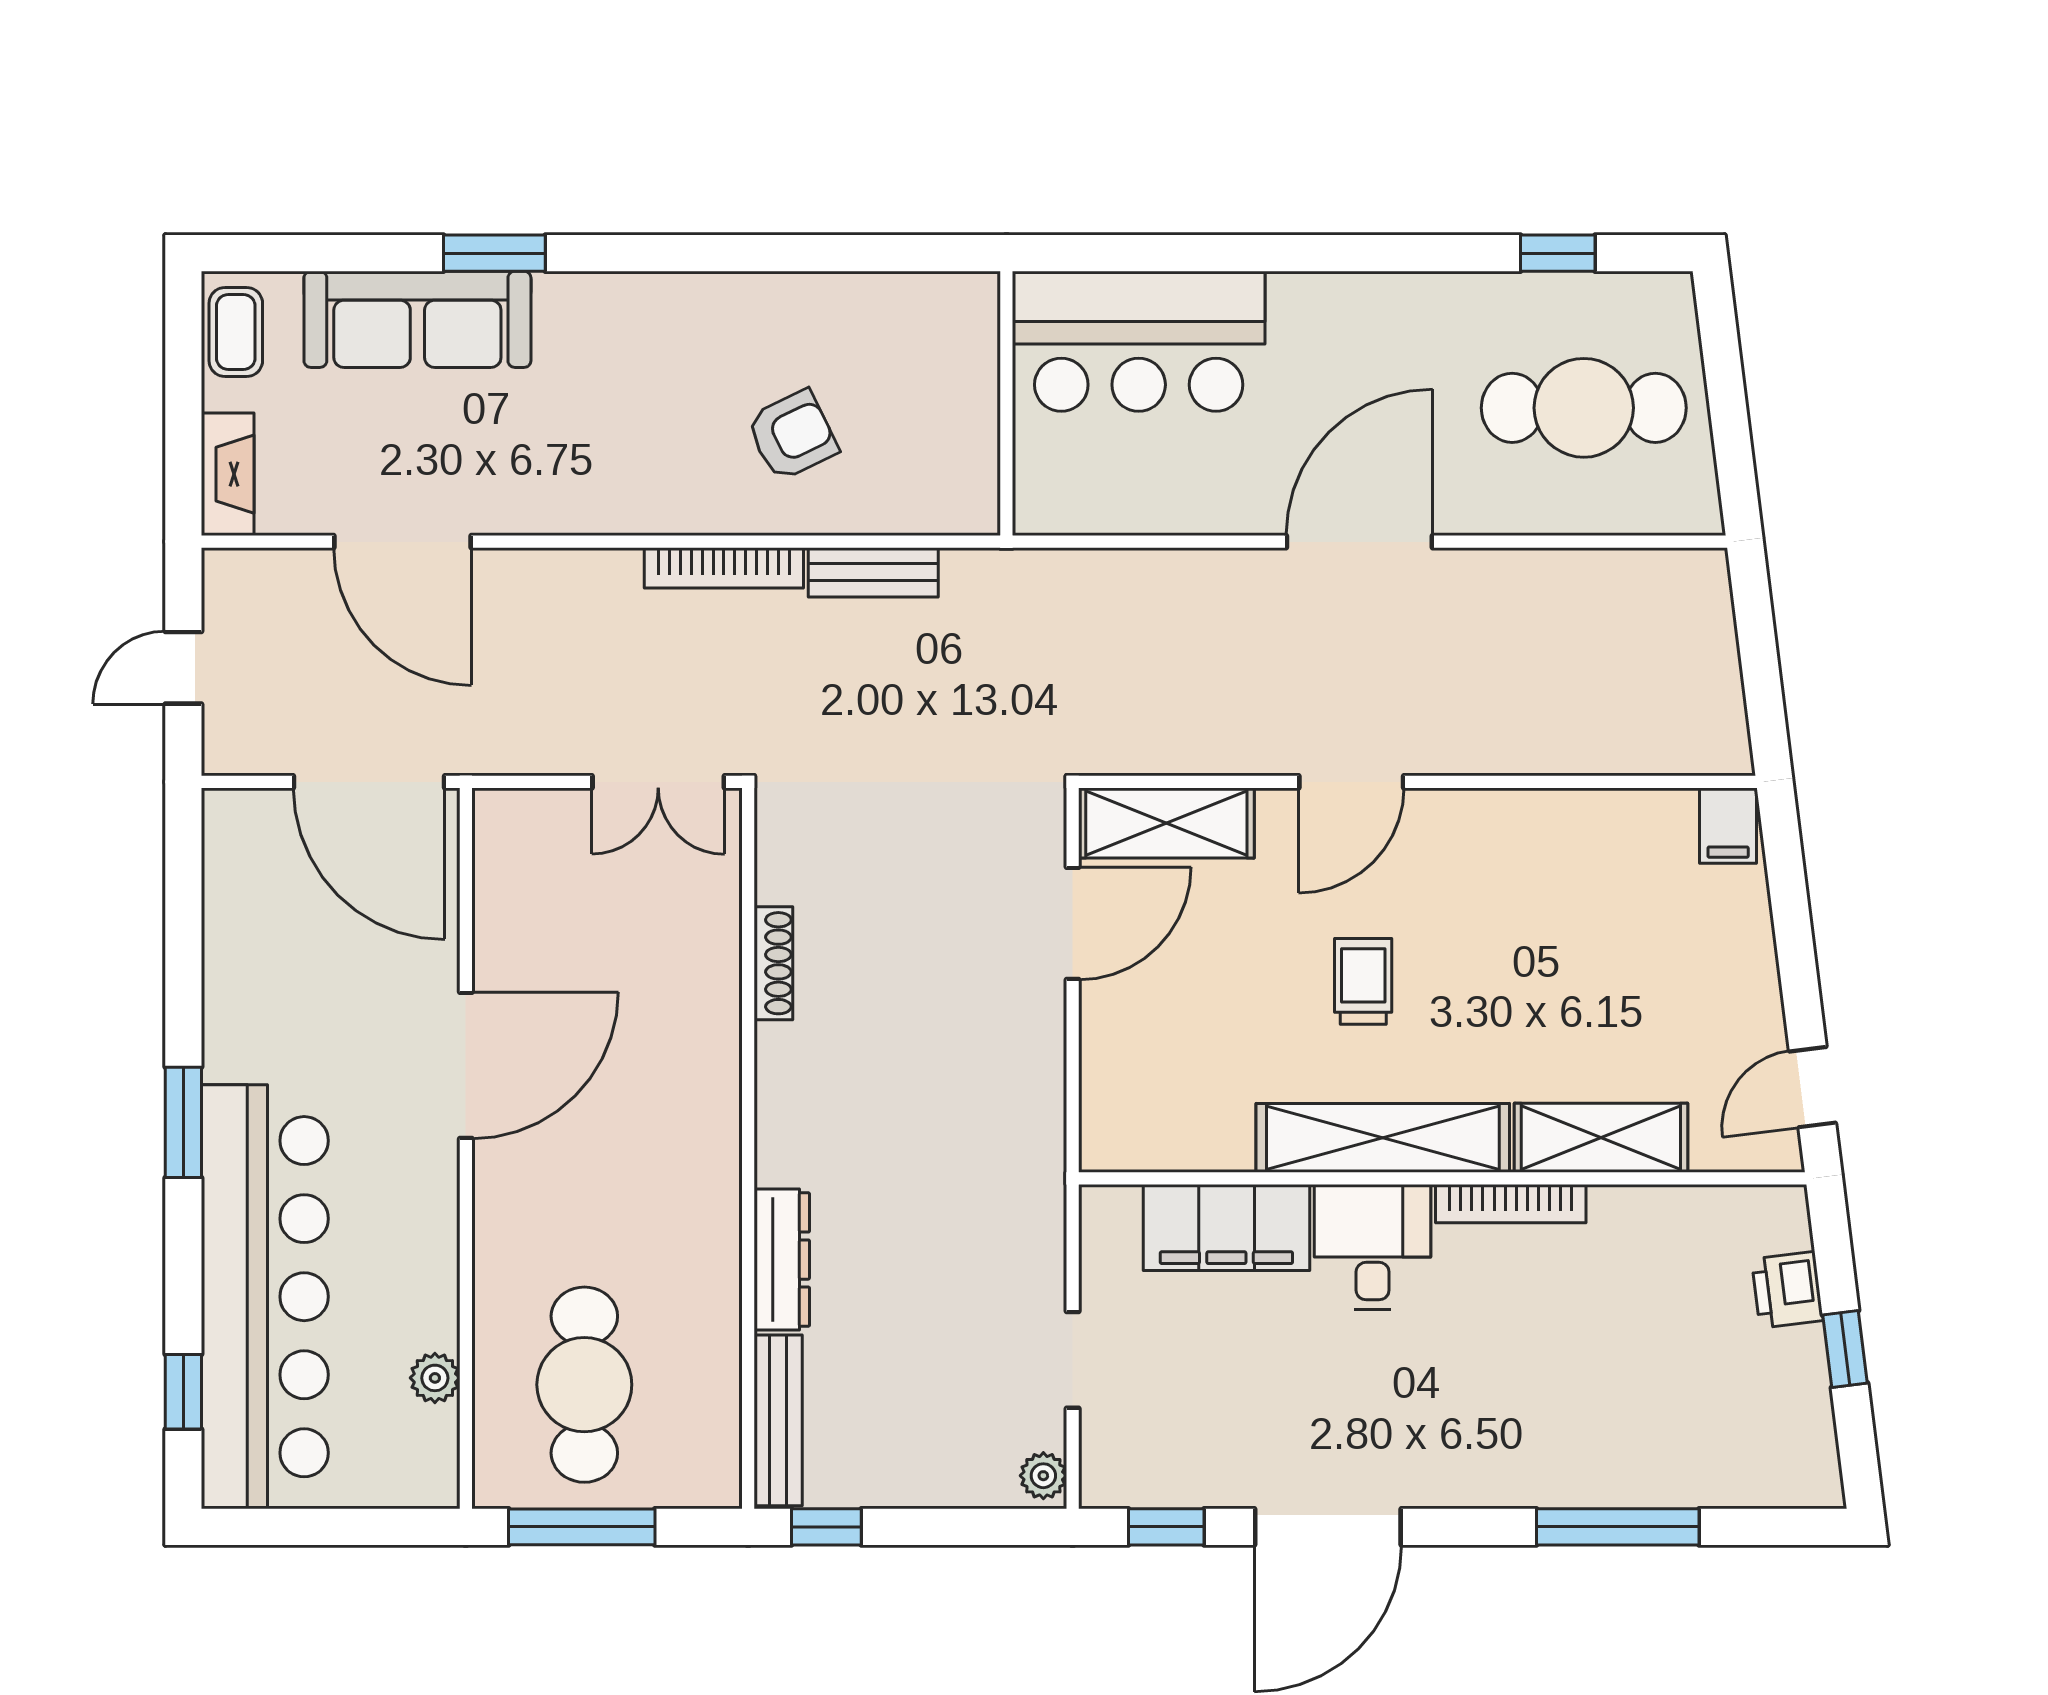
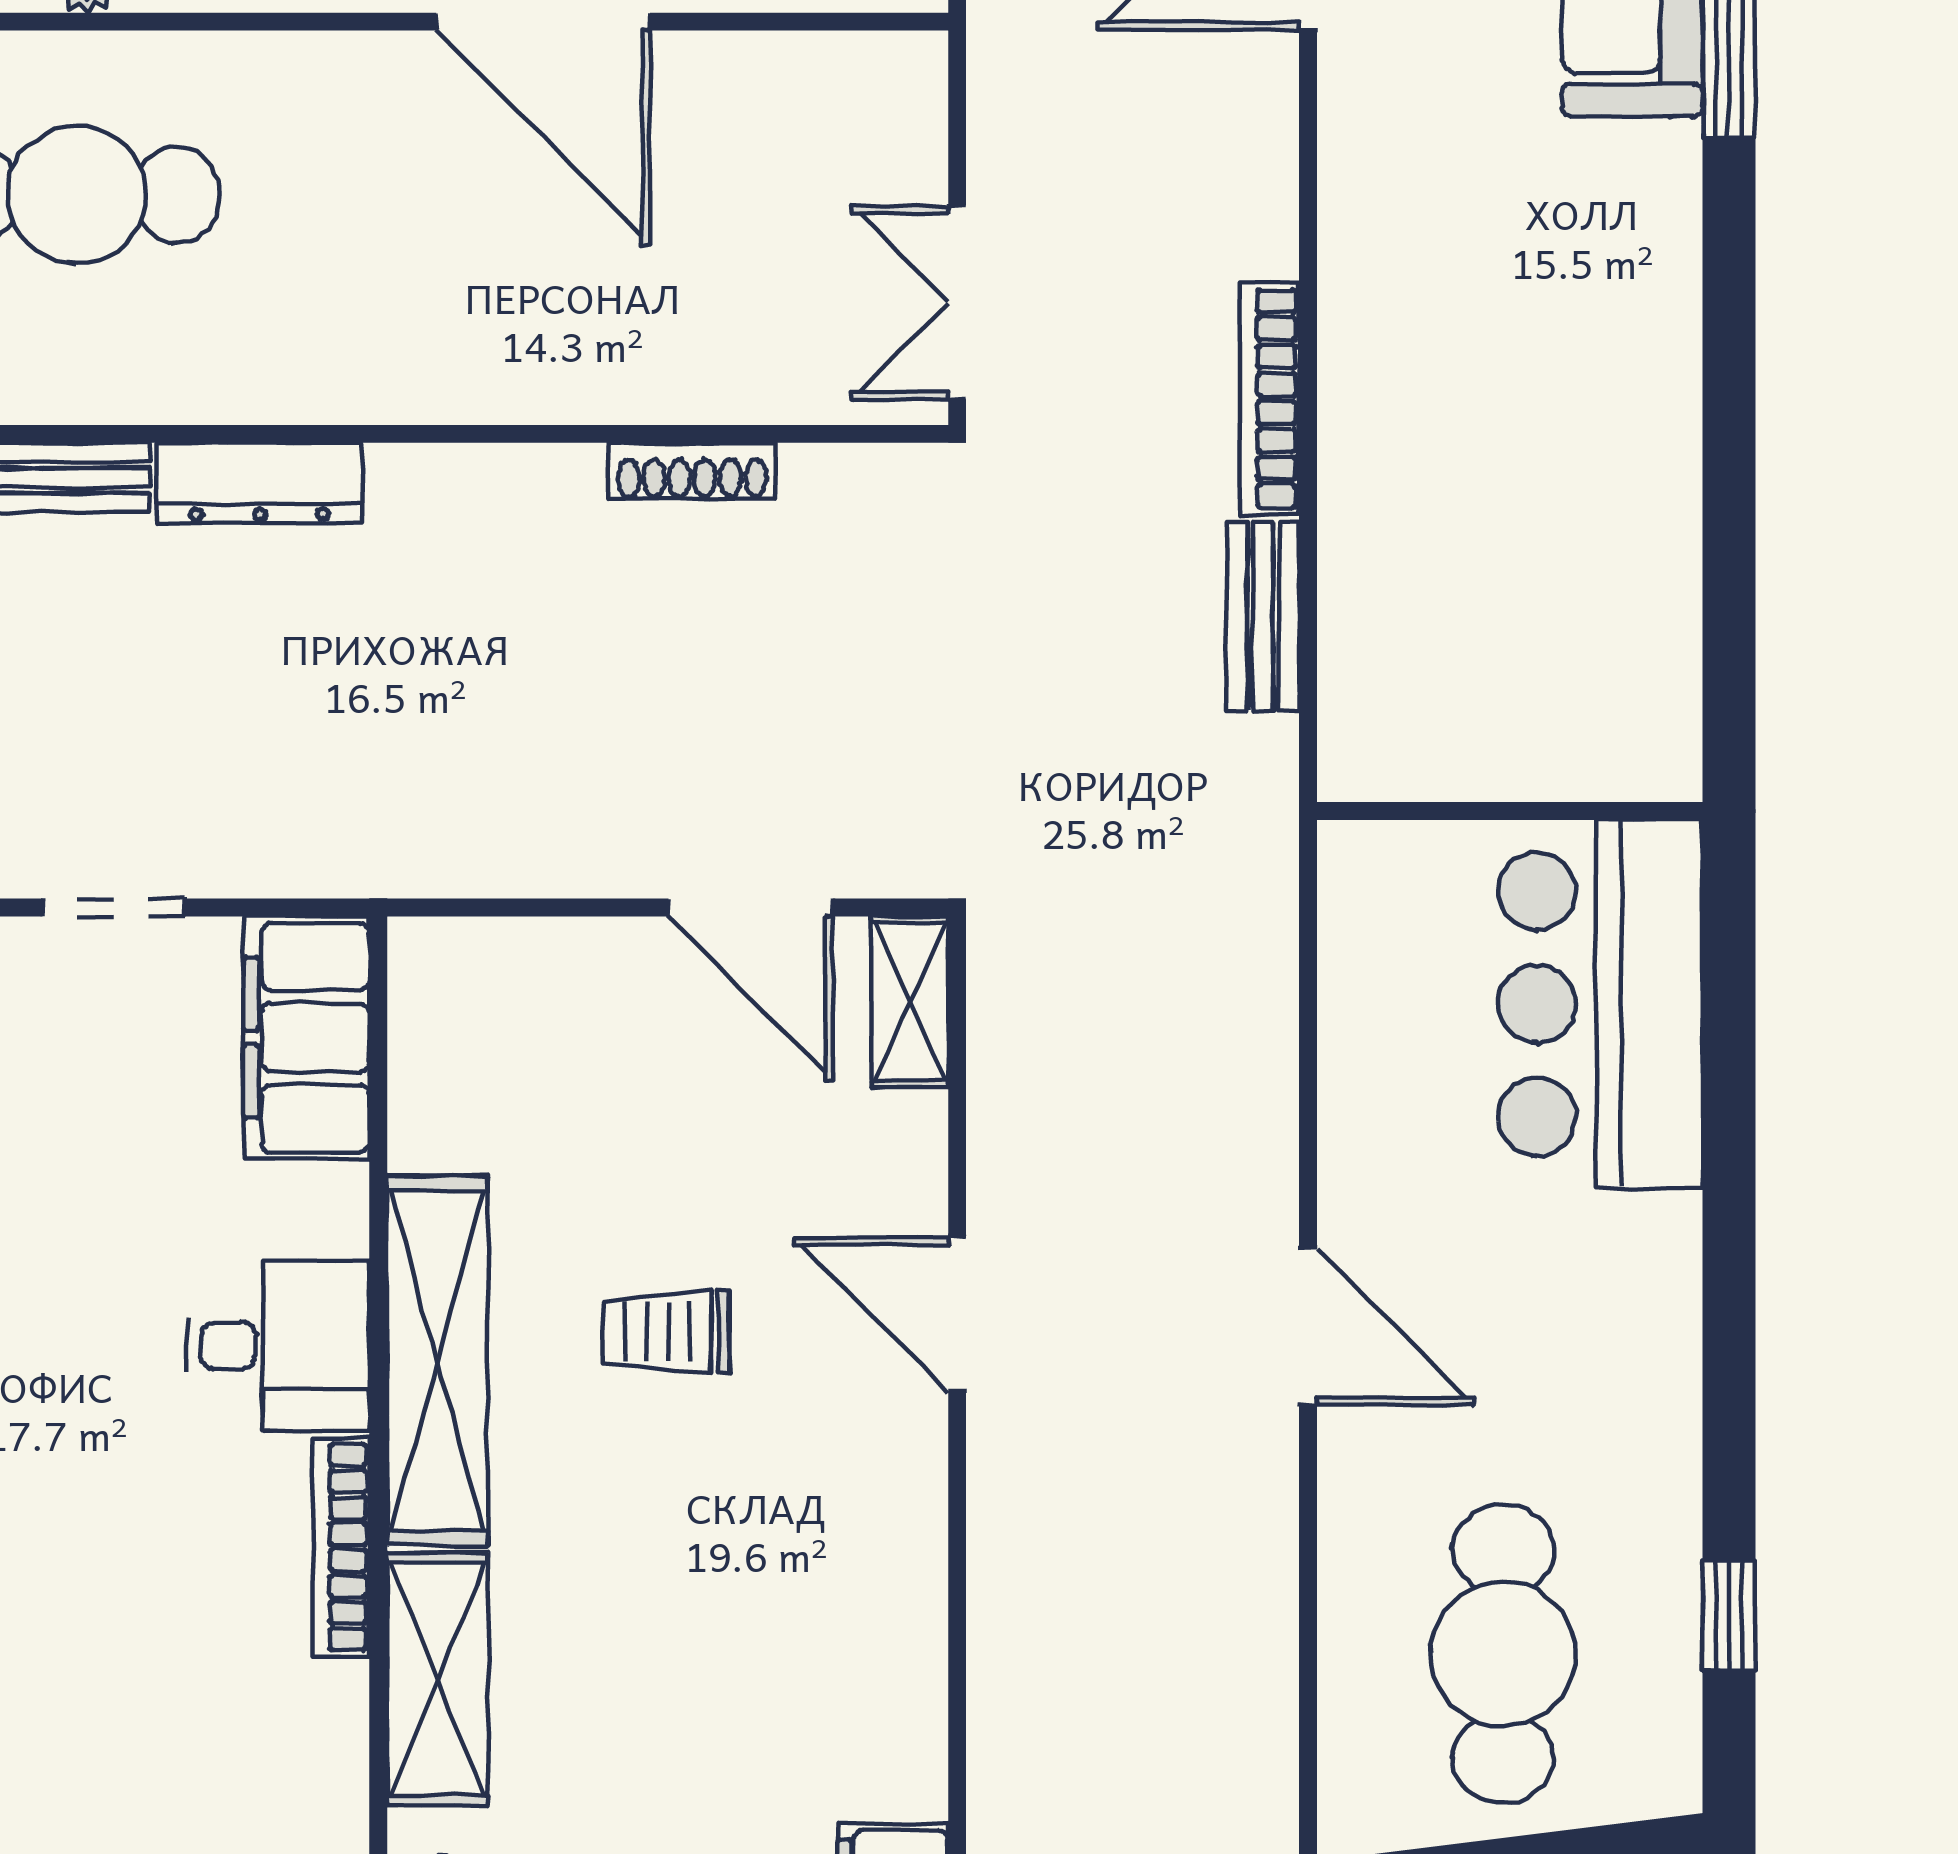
armchair: (792, 435) -> (1463, 498), removed
door: (1359, 542) -> (1308, 1326), width x0.73
shelving: (1166, 823) -> (910, 1002), width x0.67, depth x0.75
trolley: (1363, 981) -> (666, 1332), turned 180
filing cabinet: (1226, 1227) -> (307, 1038), moved

